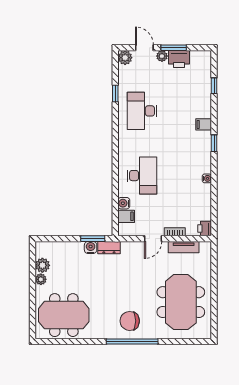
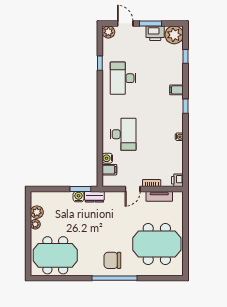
plant: (162, 56) -> (174, 35), moved, width x1.87, depth x1.87
meeting table: (181, 302) -> (157, 244), turned 90

